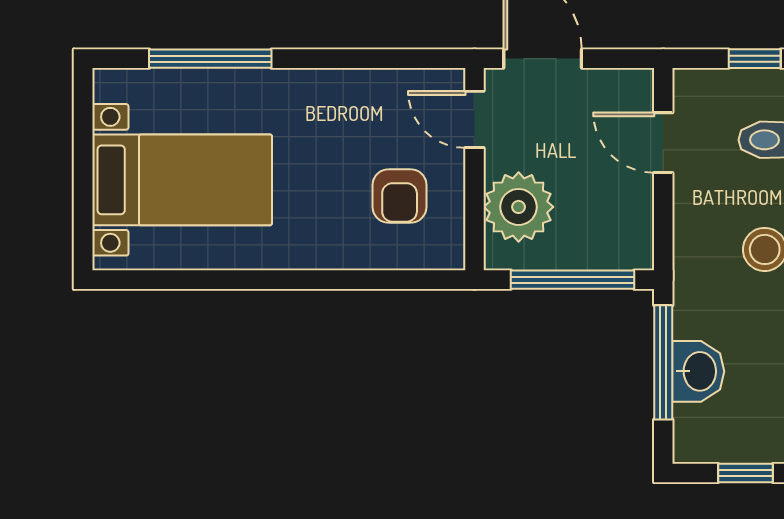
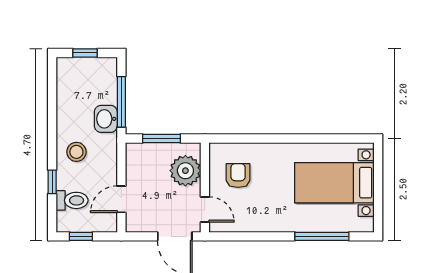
door: (663, 143) -> (121, 199), swing flipped
window: (572, 280) -> (162, 139), width x0.69
washbasin: (698, 371) -> (106, 119), moved

